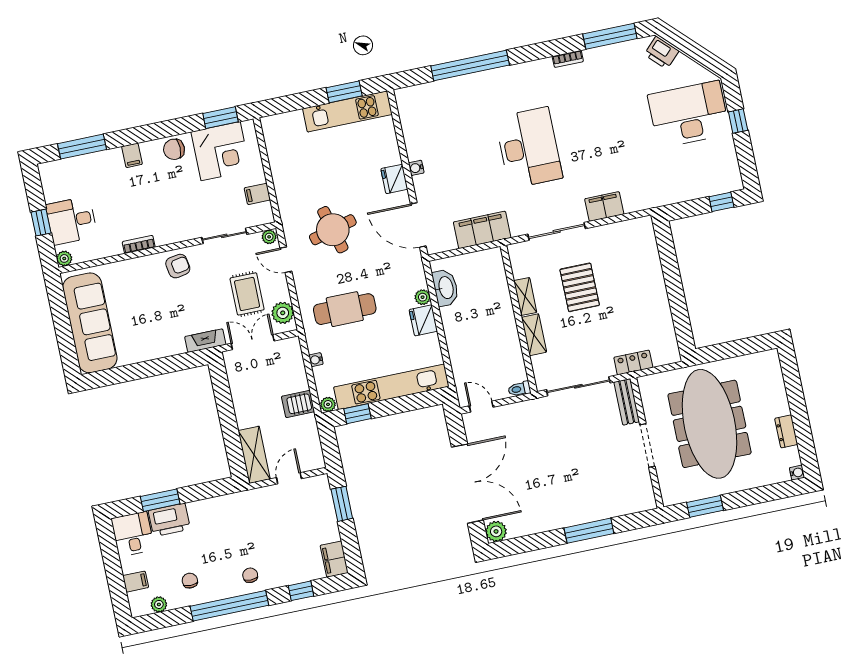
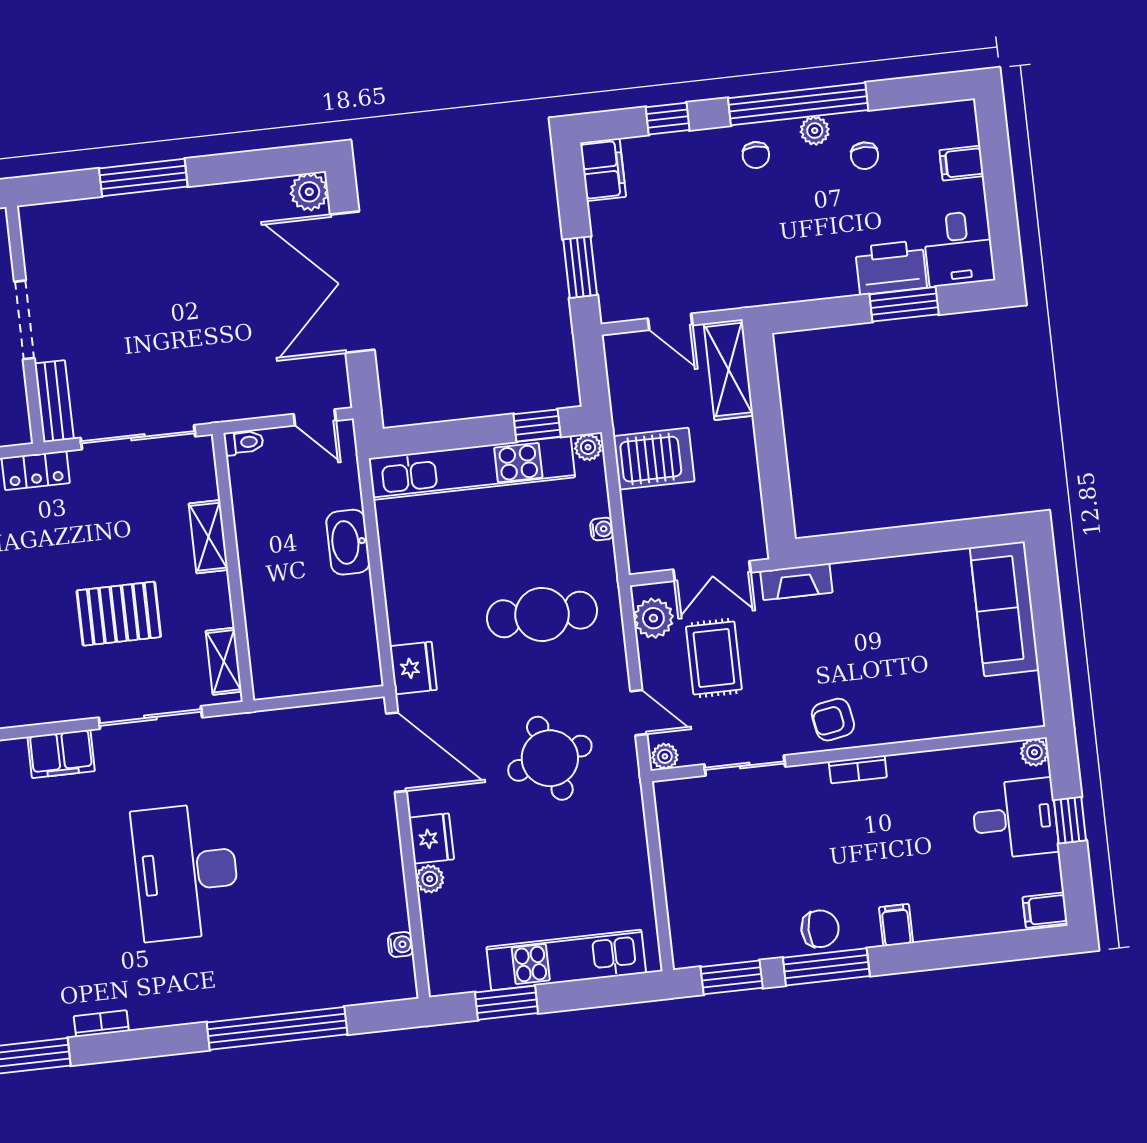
kitchen unit: (347, 111) -> (566, 960), moved
window: (82, 147) -> (826, 967), moved
corner desk: (221, 151) -> (737, 917), removed
water cooler: (416, 168) -> (401, 944), moved
filing cabinet: (257, 194) -> (1045, 910), moved, turned 180
filing cabinet: (482, 230) -> (283, 733), removed
bookcase: (139, 244) -> (858, 769), moved
pallet: (580, 287) -> (119, 614), turned 90
washbasin: (445, 288) -> (348, 542), moved
plant: (423, 297) -> (430, 879), moved
shelving: (525, 297) -> (224, 661), moved
fridge: (423, 320) -> (413, 668), moved
sofa: (90, 323) -> (1005, 609), width x0.74, depth x0.79
server rack: (298, 404) -> (654, 459), width x1.36, depth x1.44
door: (289, 478) -> (670, 322), hinge flipped
plant: (159, 604) -> (815, 131), moved

